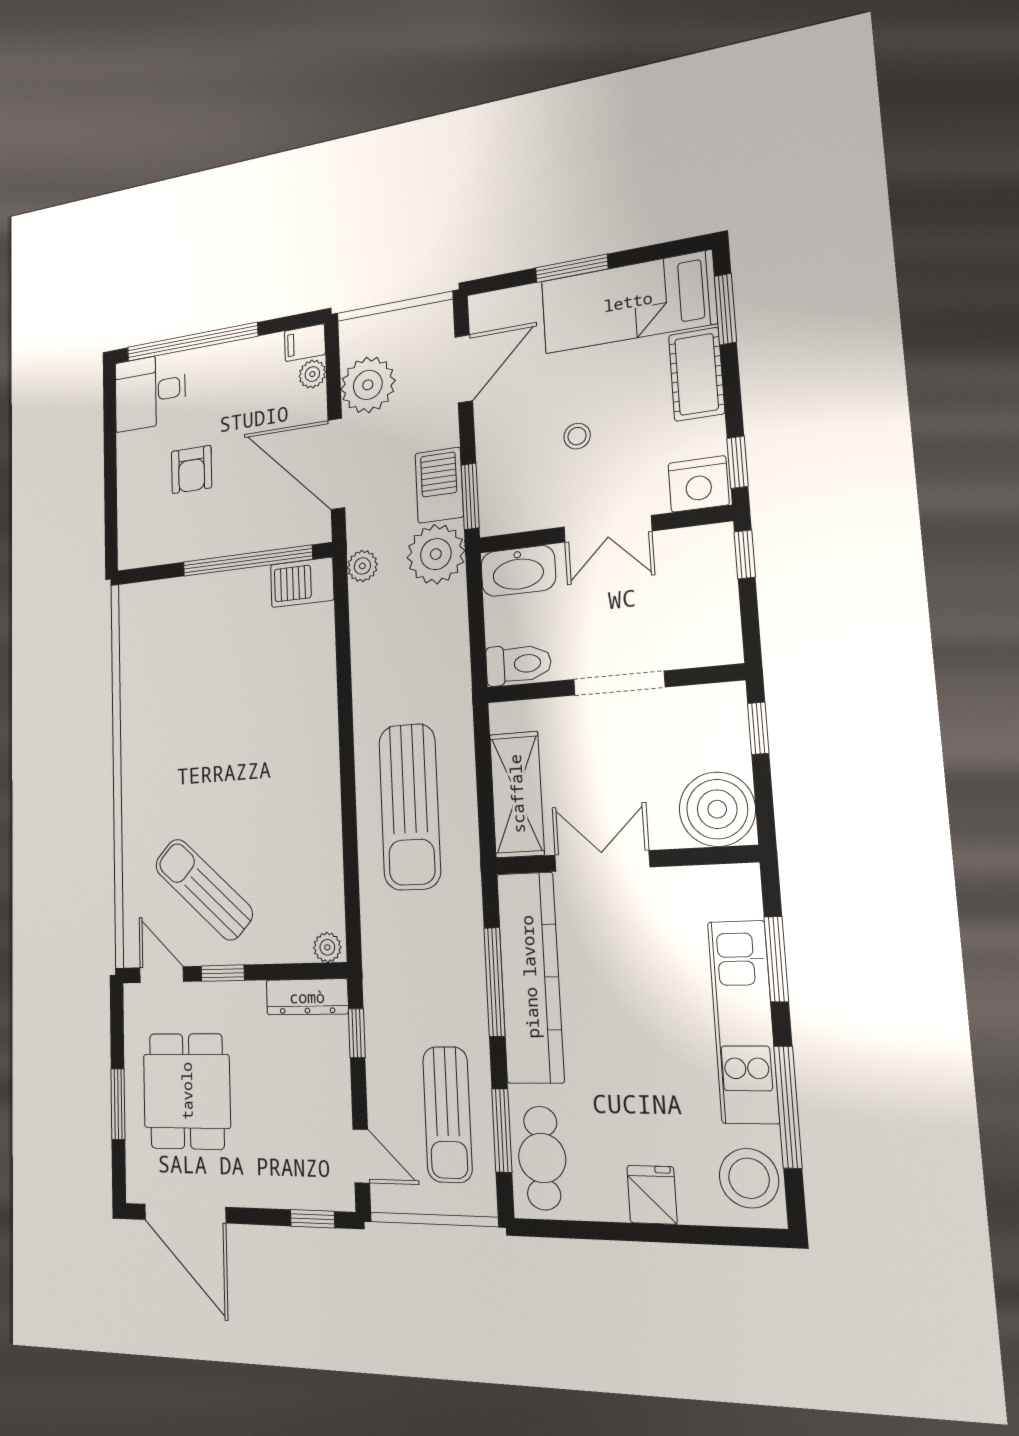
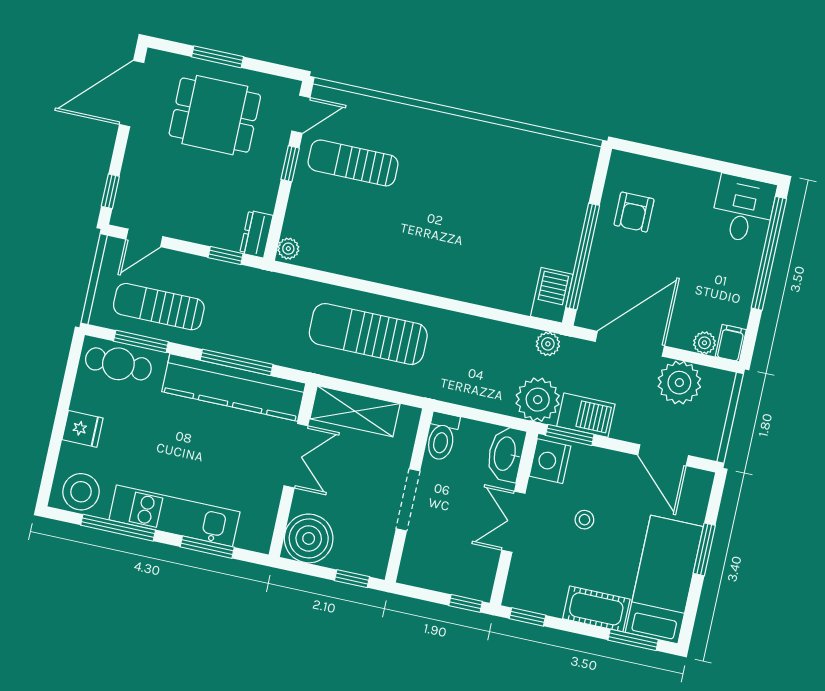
armchair: (191, 469) -> (634, 212), moved, turned -90
nightstand: (698, 484) -> (550, 461), moved
sun lounger: (204, 889) -> (353, 163), turned -133
dresser: (307, 997) -> (256, 234), width x0.70

